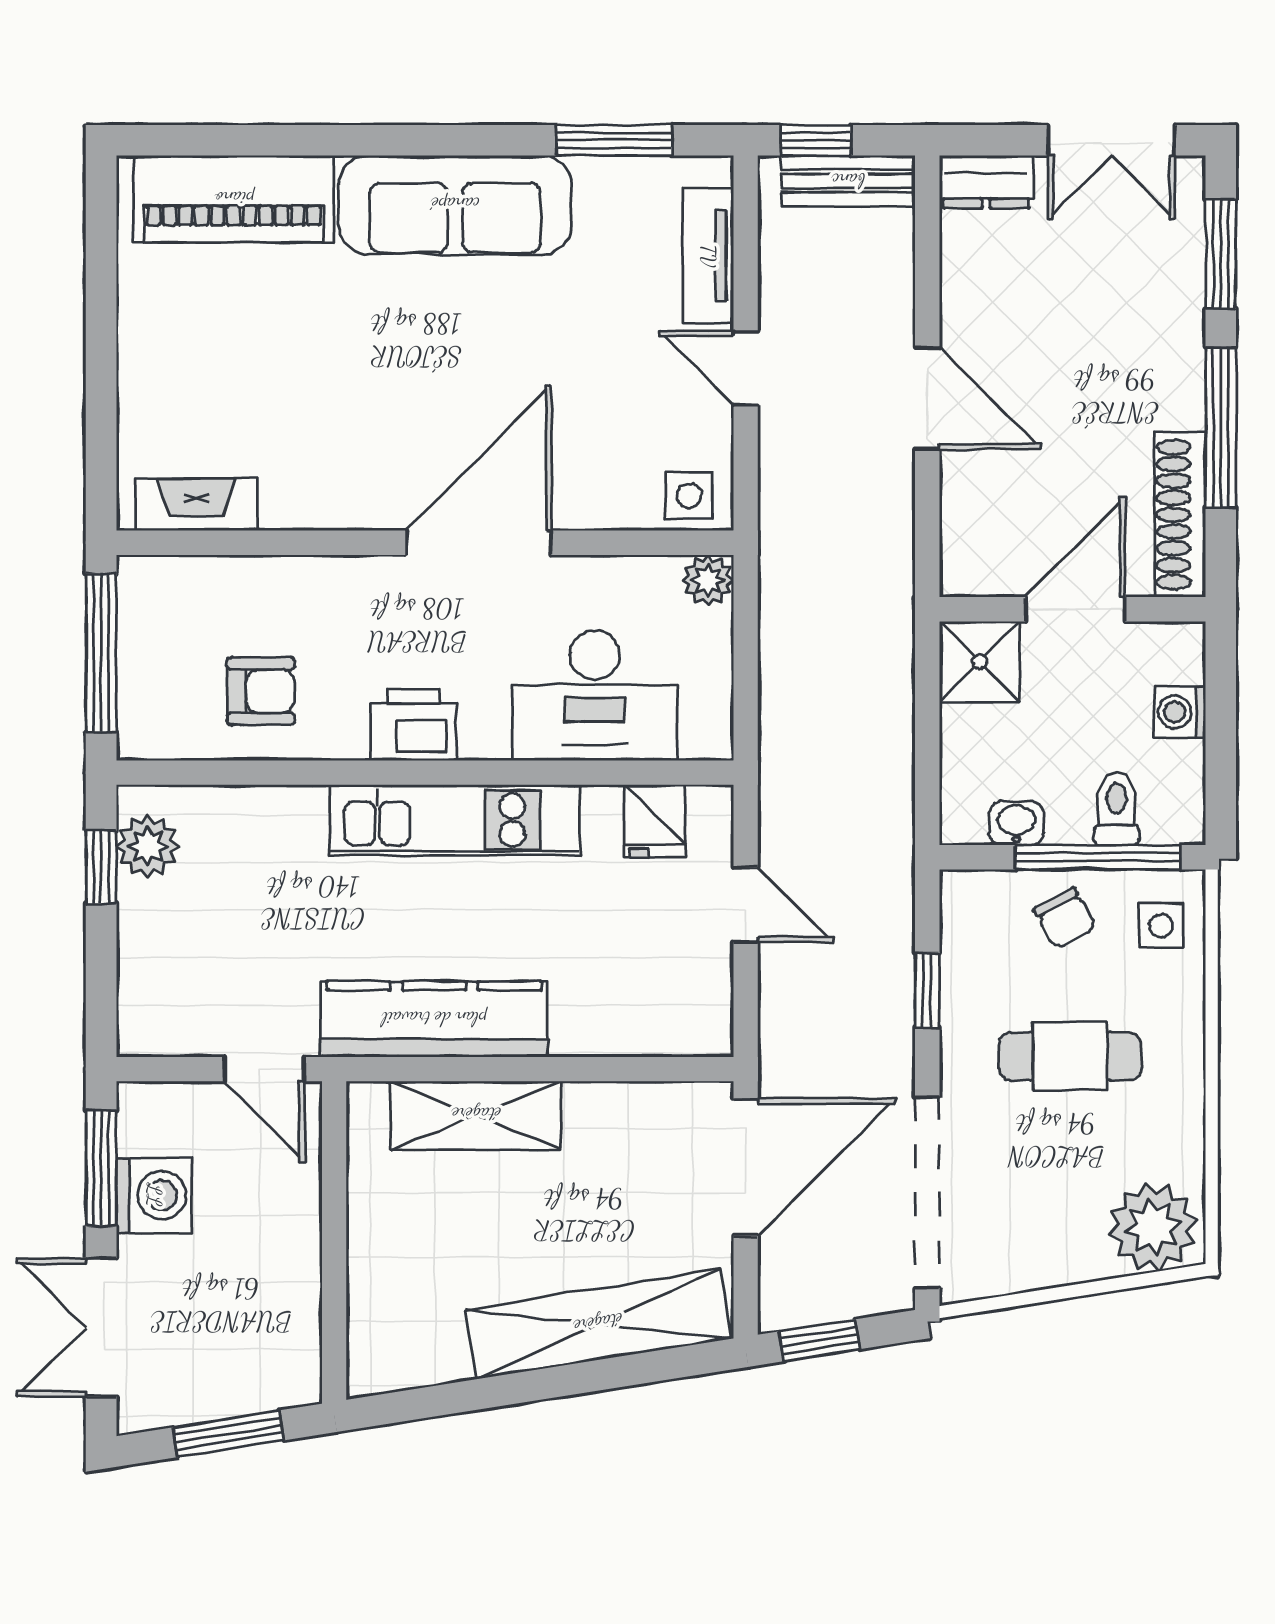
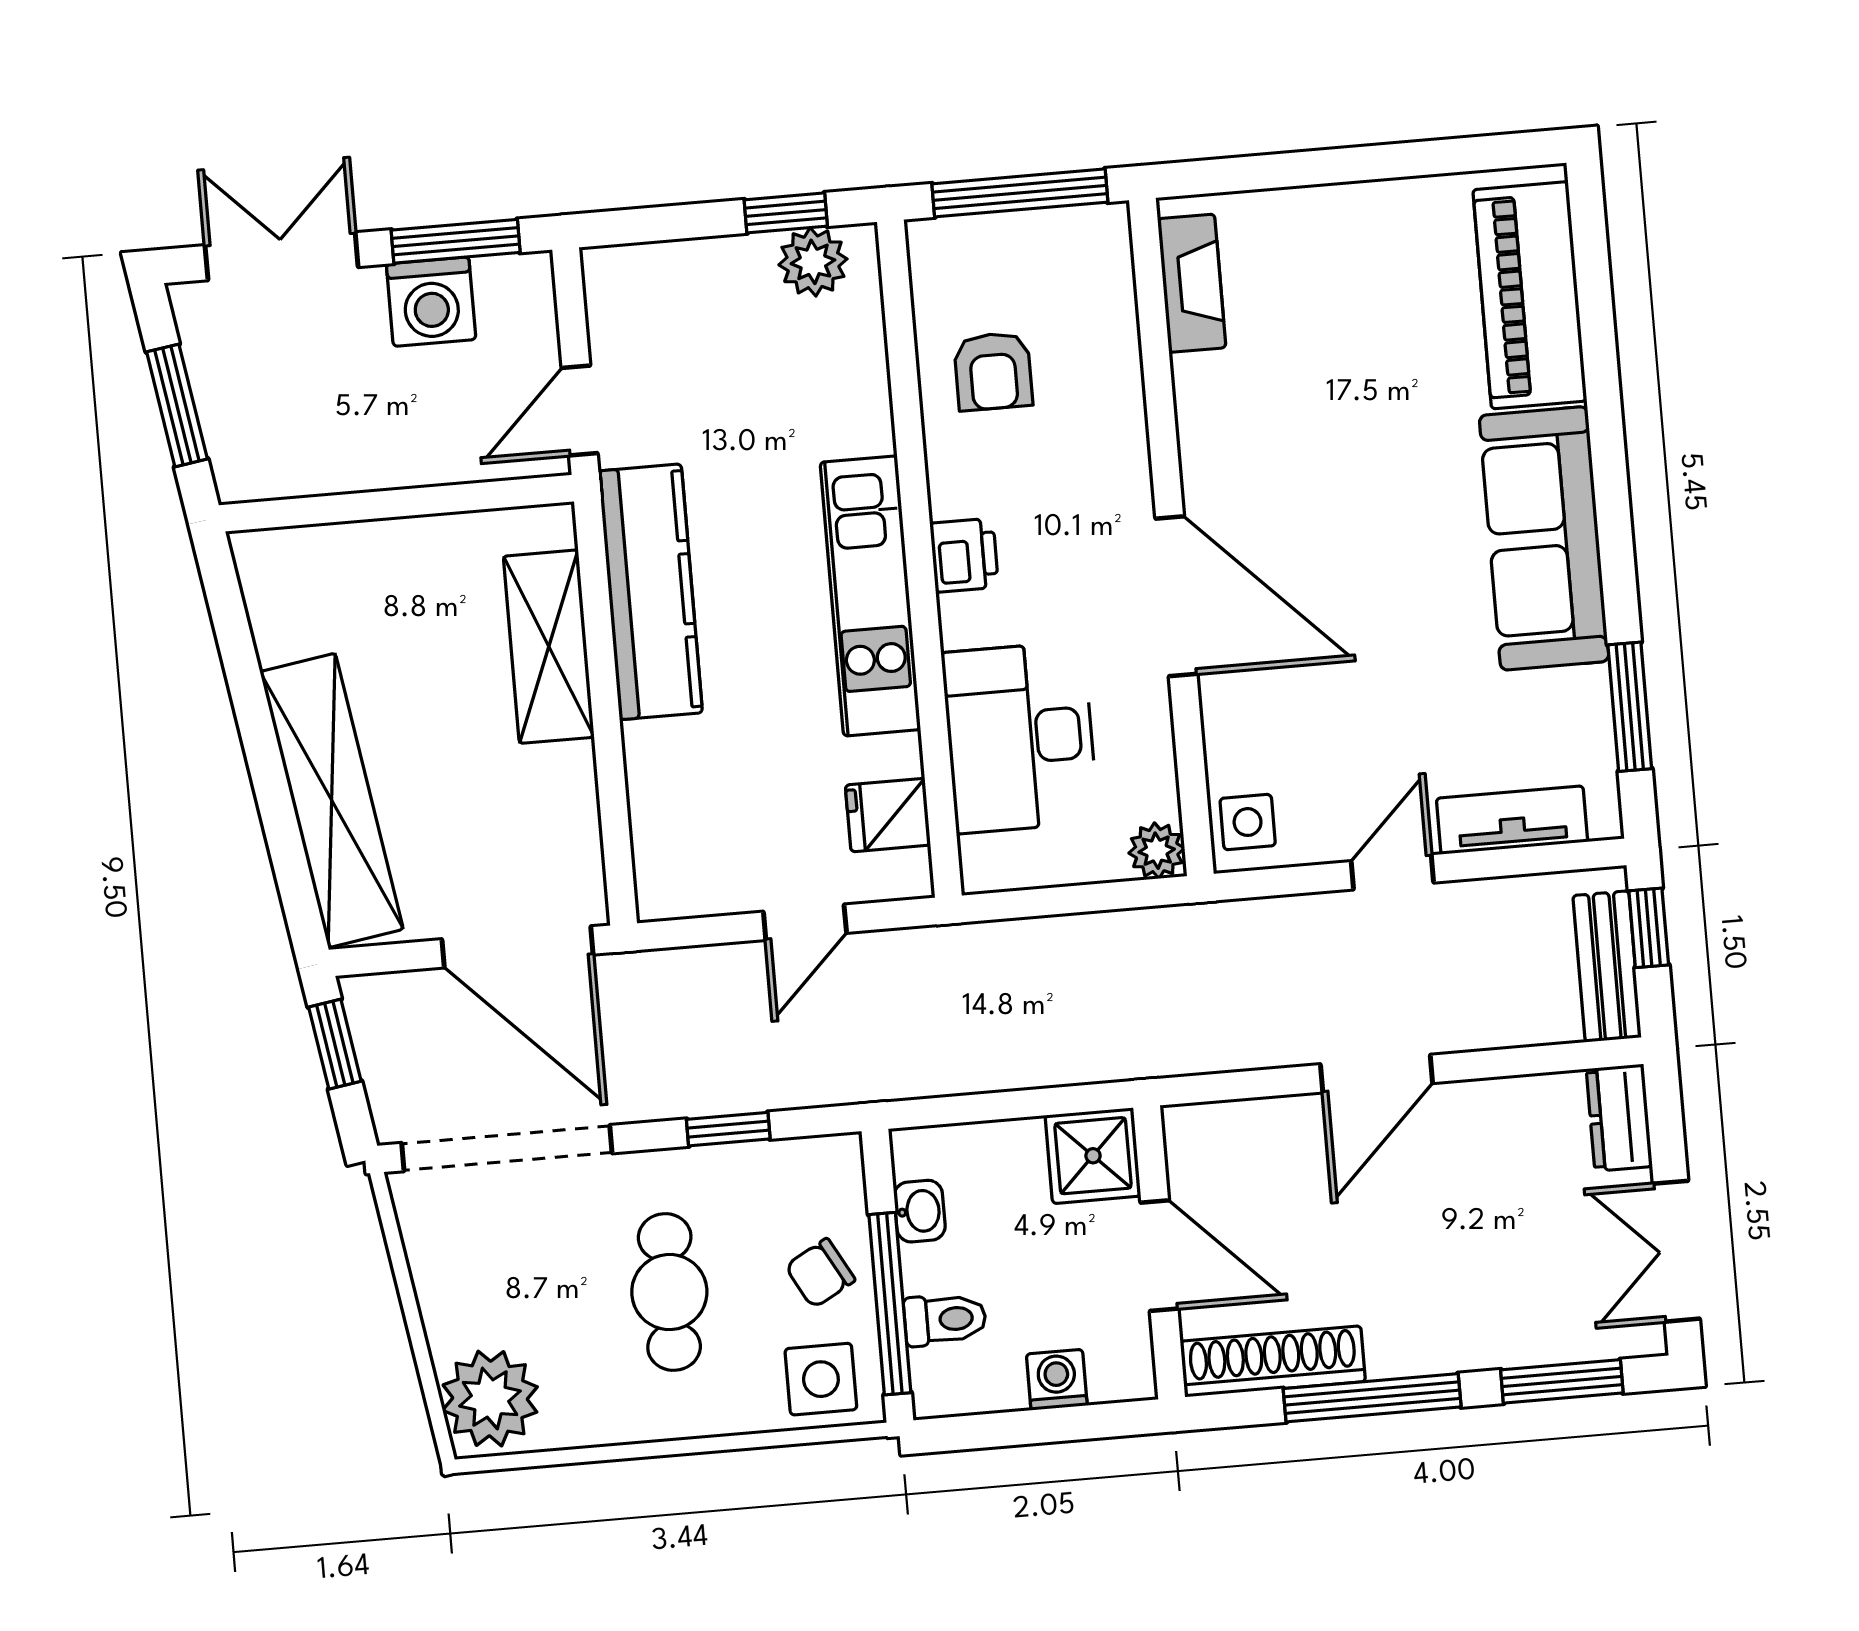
printer: (414, 725) -> (964, 555), width x0.73, depth x0.81
side table: (1161, 926) -> (821, 1379), width x1.37, depth x1.37

